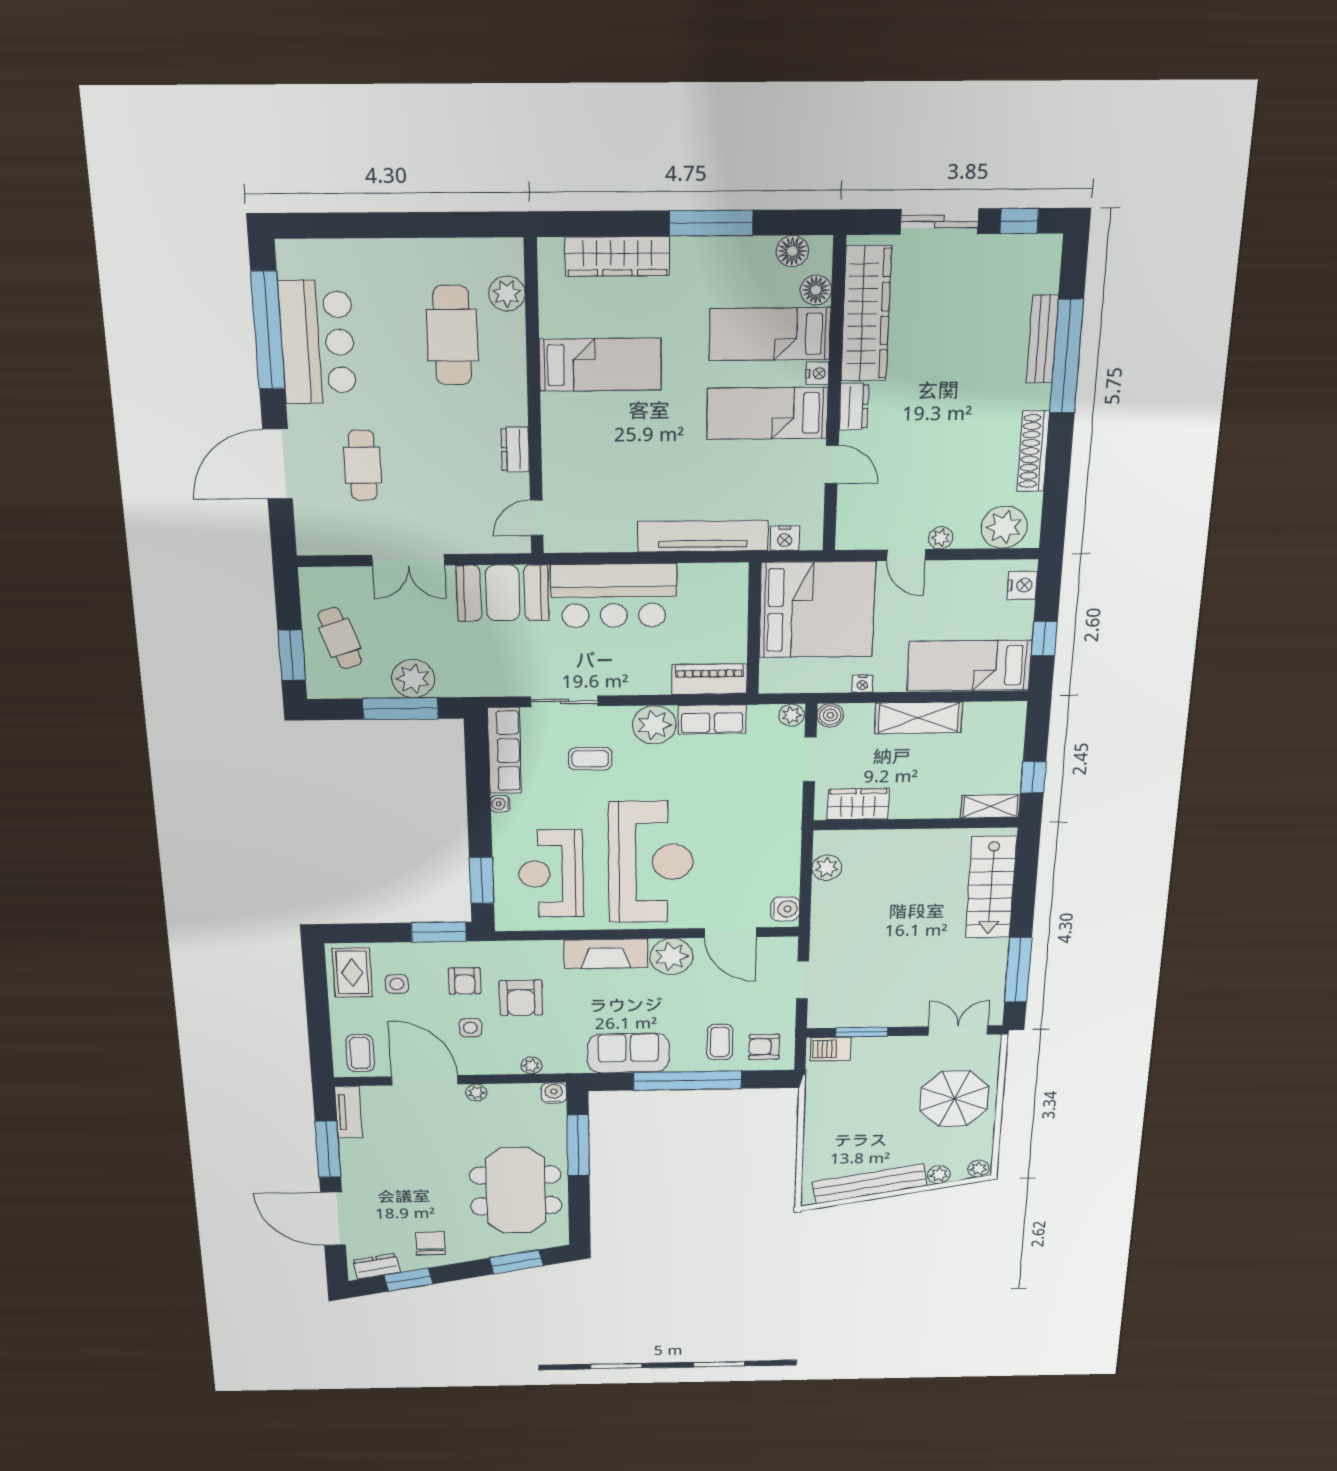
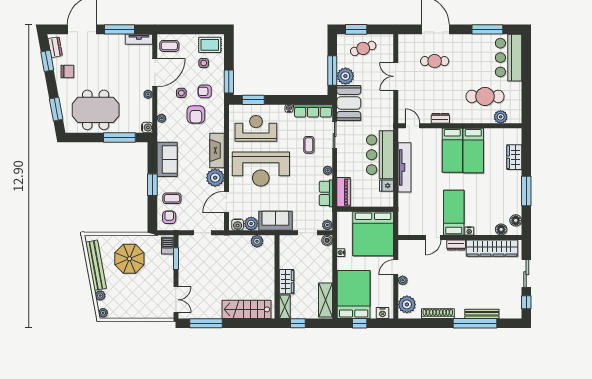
wardrobe: (617, 256) -> (514, 157), width x0.67
window: (268, 330) -> (487, 29), width x0.68
bed: (770, 334) -> (452, 150), moved, turned 180
bar counter: (317, 342) -> (508, 58), moved, turned 90
tv unit: (703, 536) -> (404, 167), moved
nightstand: (785, 538) -> (403, 220), removed
fridge: (694, 579) -> (387, 186), added
booth: (503, 593) -> (349, 103), moved
bed: (969, 666) -> (354, 294), width x1.50
shelving: (918, 718) -> (325, 300), moved
plant: (654, 725) -> (328, 170), width x0.53, depth x0.53
wardrobe: (858, 804) -> (287, 282), moved
sofa: (778, 829) -> (275, 221), added
plant: (784, 881) -> (251, 224), added
armchair: (521, 998) -> (196, 115), turned -90
window: (688, 1081) -> (152, 185), width x0.47
parasol: (954, 1099) -> (129, 259), moved

